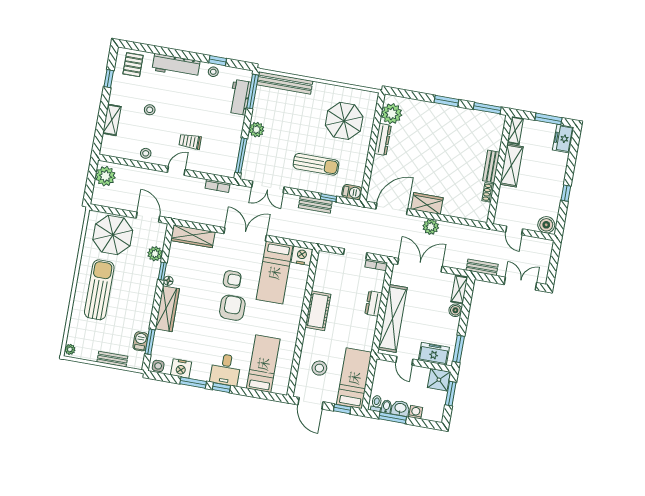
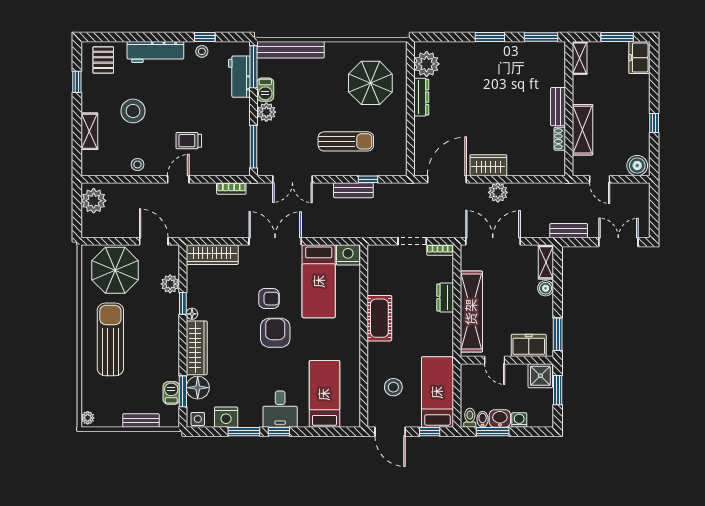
stool: (150, 110) -> (133, 111), width x1.89, depth x1.89
shelving: (511, 165) -> (582, 130), moved
barbecue: (352, 192) -> (265, 90), moved, turned 90
floor lamp: (162, 341) -> (198, 388), added

